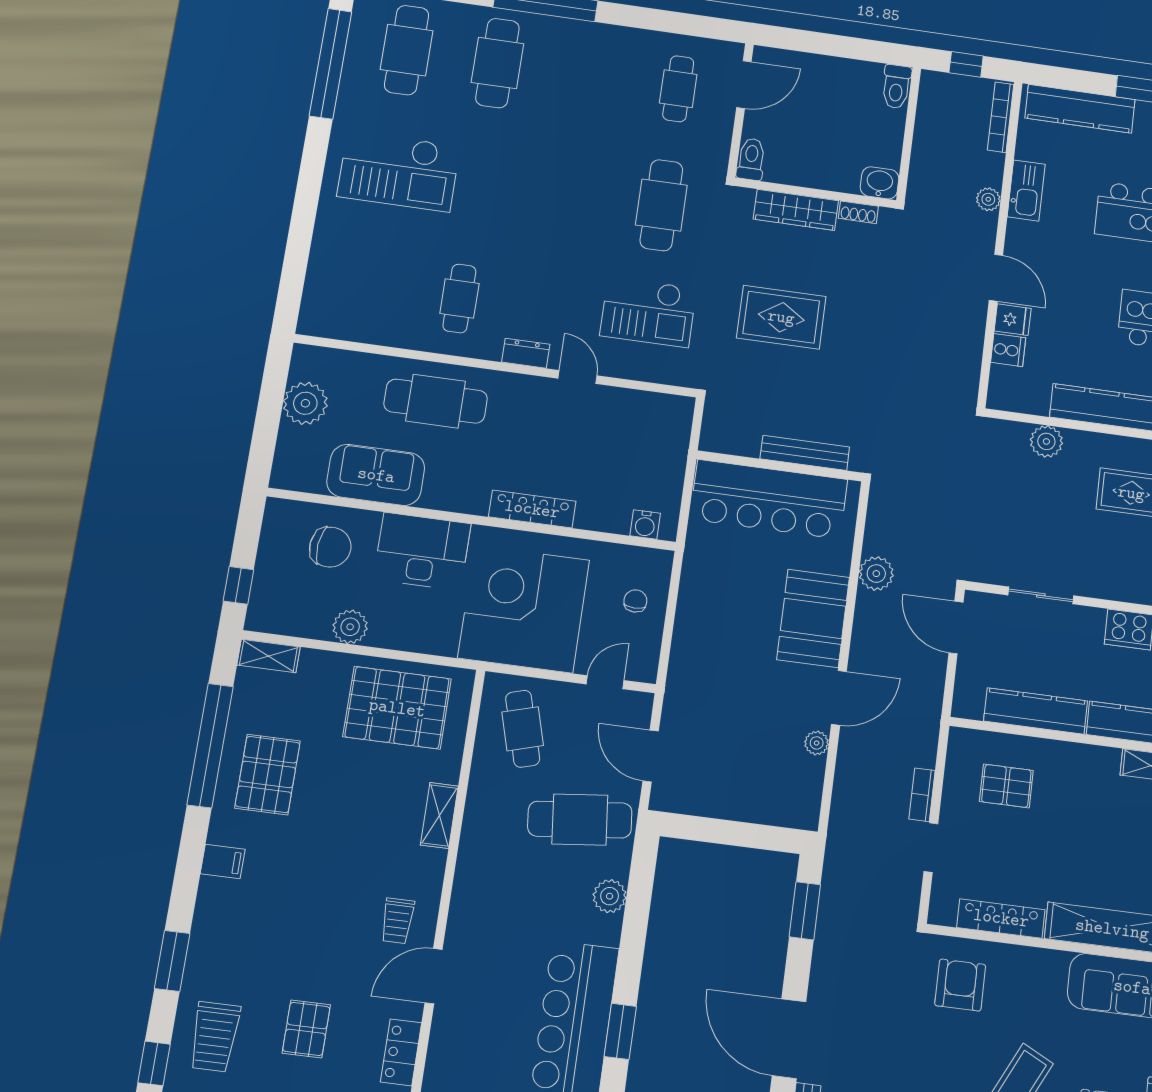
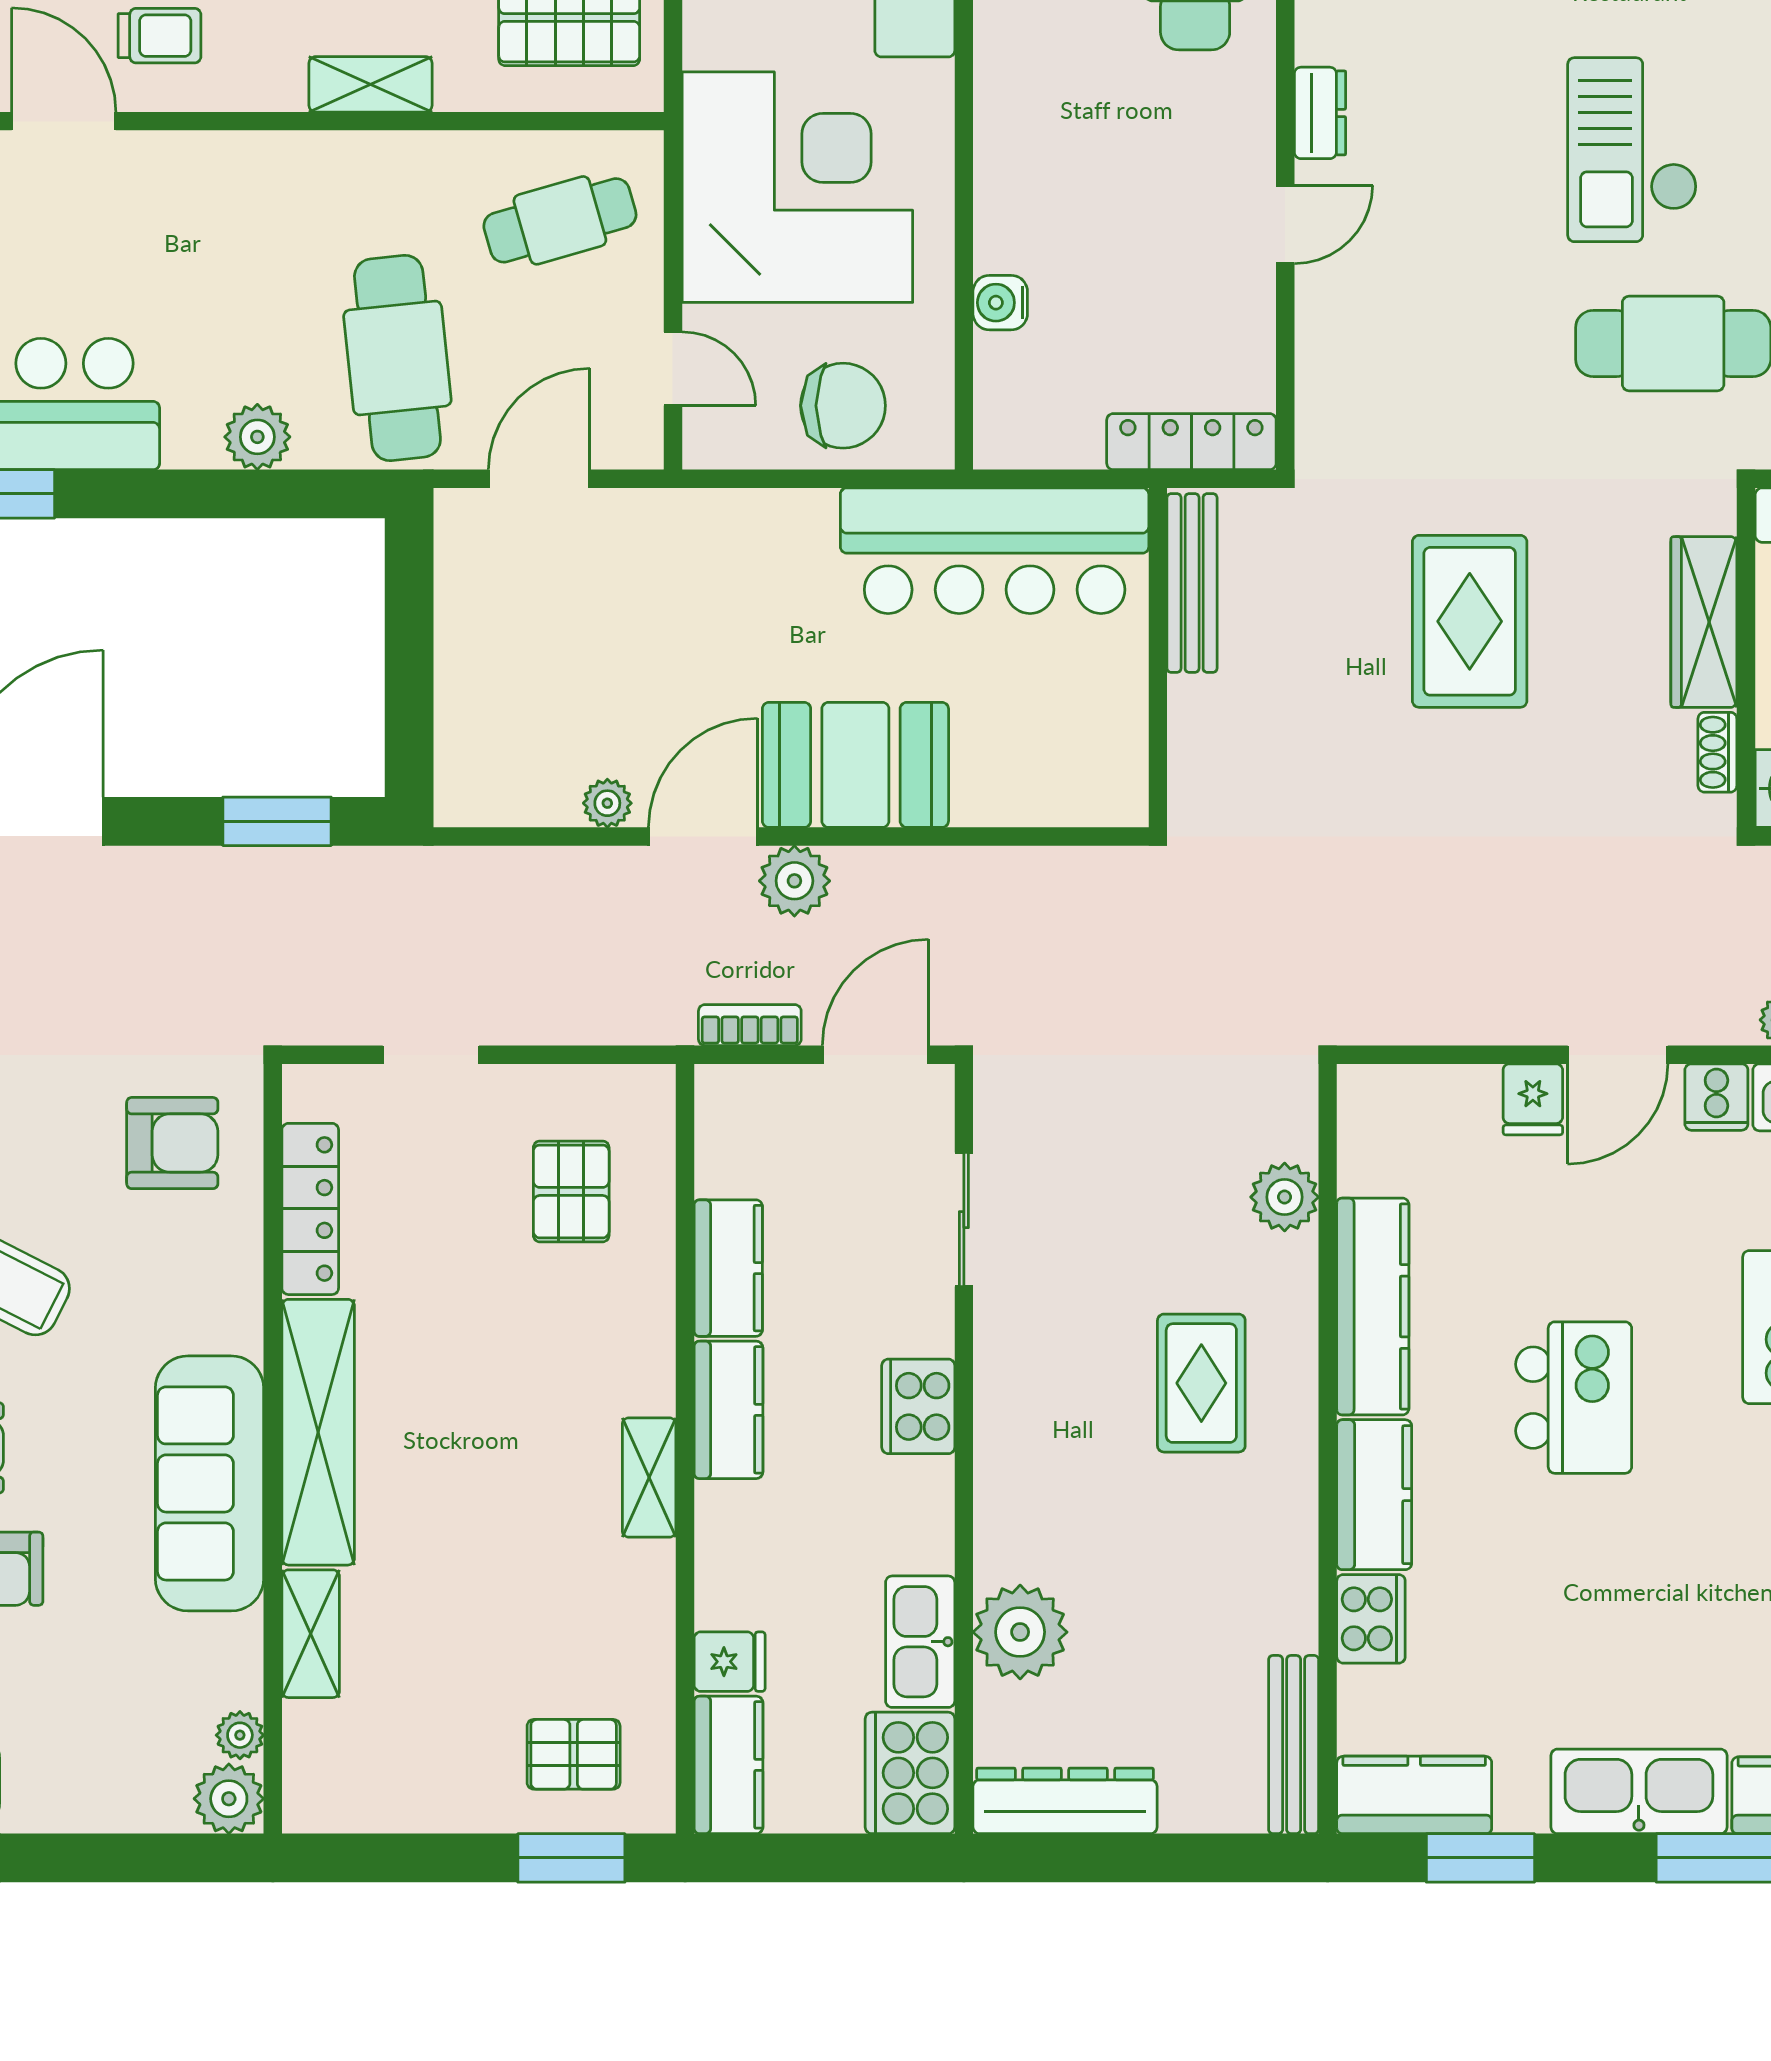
checkout: (648, 312) -> (1632, 150), moved
cooker: (1008, 350) -> (1716, 1097), moved
bench: (805, 453) -> (1192, 583), moved
bar counter: (769, 499) -> (995, 551), moved, turned -90
locker: (532, 509) -> (1191, 442), moved, turned -90
water cooler: (645, 525) -> (1000, 303), moved
plant: (876, 574) -> (794, 881), moved
chair: (635, 601) -> (843, 406), width x1.87, depth x1.87
door: (839, 698) -> (703, 836), swing flipped
kitchen counter: (1036, 711) -> (728, 1268), width x0.67
bookcase: (922, 795) -> (750, 1025), moved
trolley: (397, 921) -> (160, 36), turned 180

